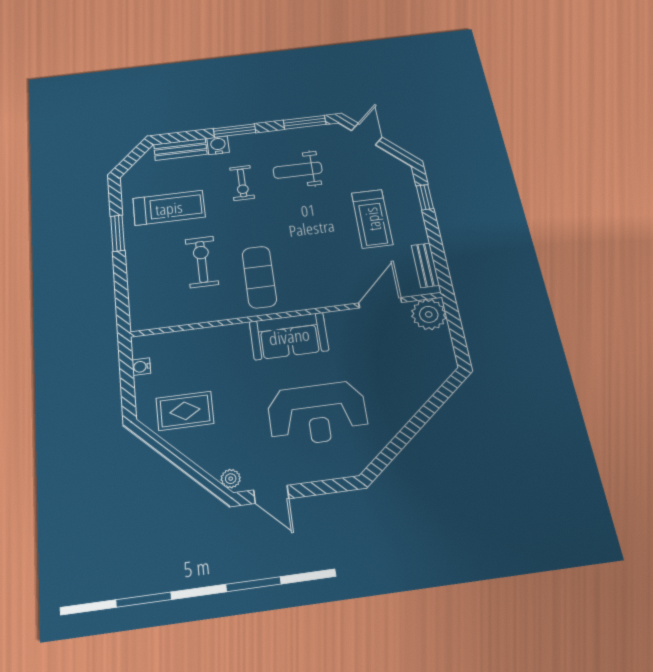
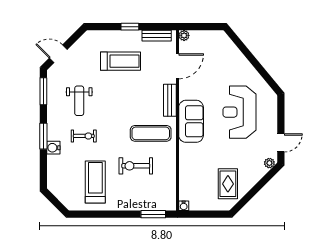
bench: (180, 149) -> (170, 100), moved
window: (425, 197) -> (130, 27), moved
window: (118, 233) -> (153, 214), moved
door: (380, 303) -> (177, 66), swing flipped
plant: (429, 314) -> (184, 35), width x0.53, depth x0.53
water cooler: (141, 367) -> (184, 206), moved
reception desk: (318, 413) -> (240, 112), turned 180

